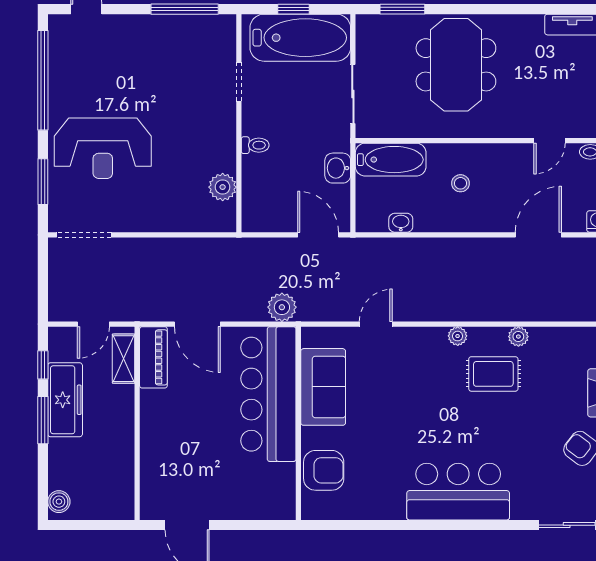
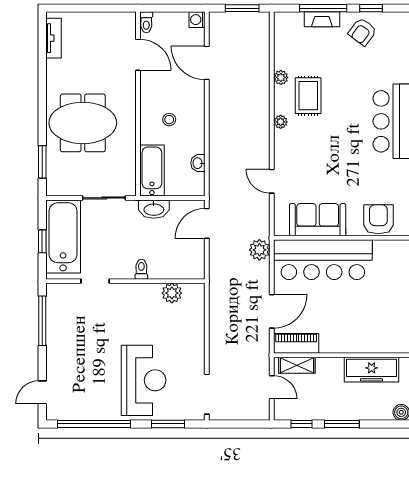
door: (550, 141) -> (138, 55), width x1.38
washbasin: (338, 168) -> (154, 209), width x1.38
freezer: (65, 400) -> (372, 370), moved, turned 180

